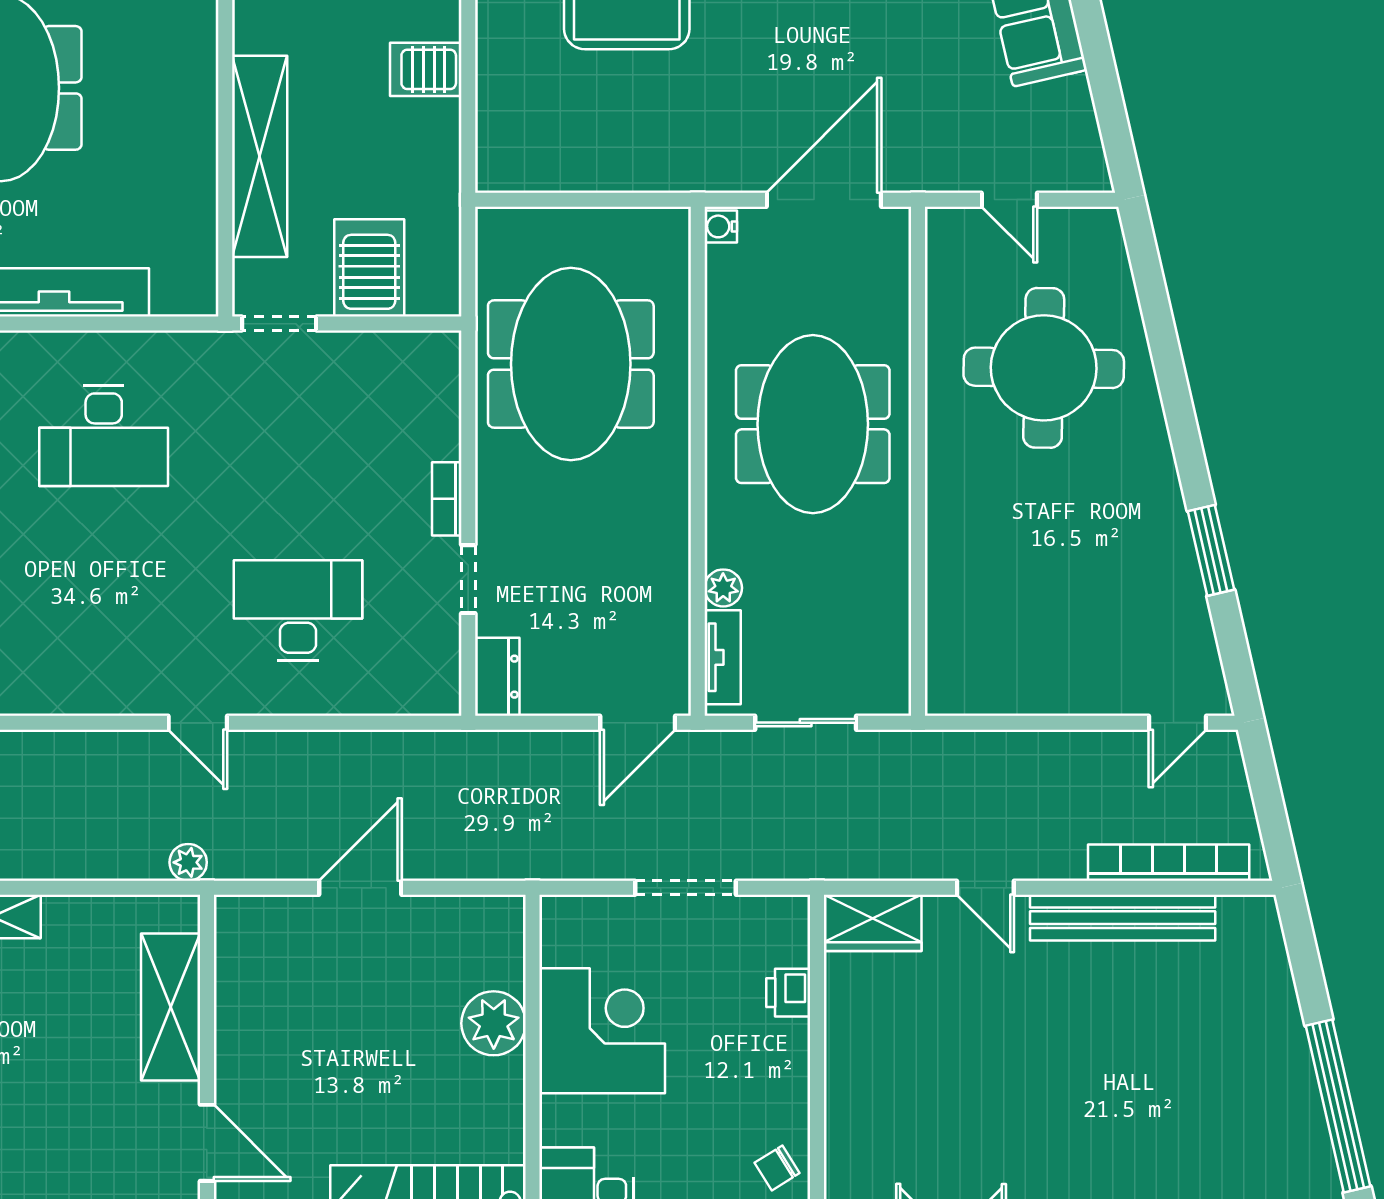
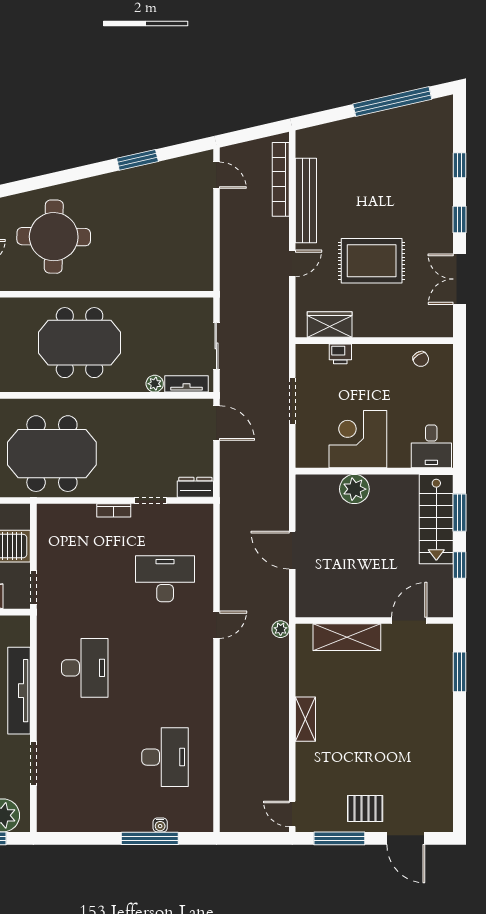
desk: (298, 611) -> (165, 579), turned 90
wardrobe: (873, 923) -> (330, 325), moved, turned -90
rug: (991, 1061) -> (372, 261), added

